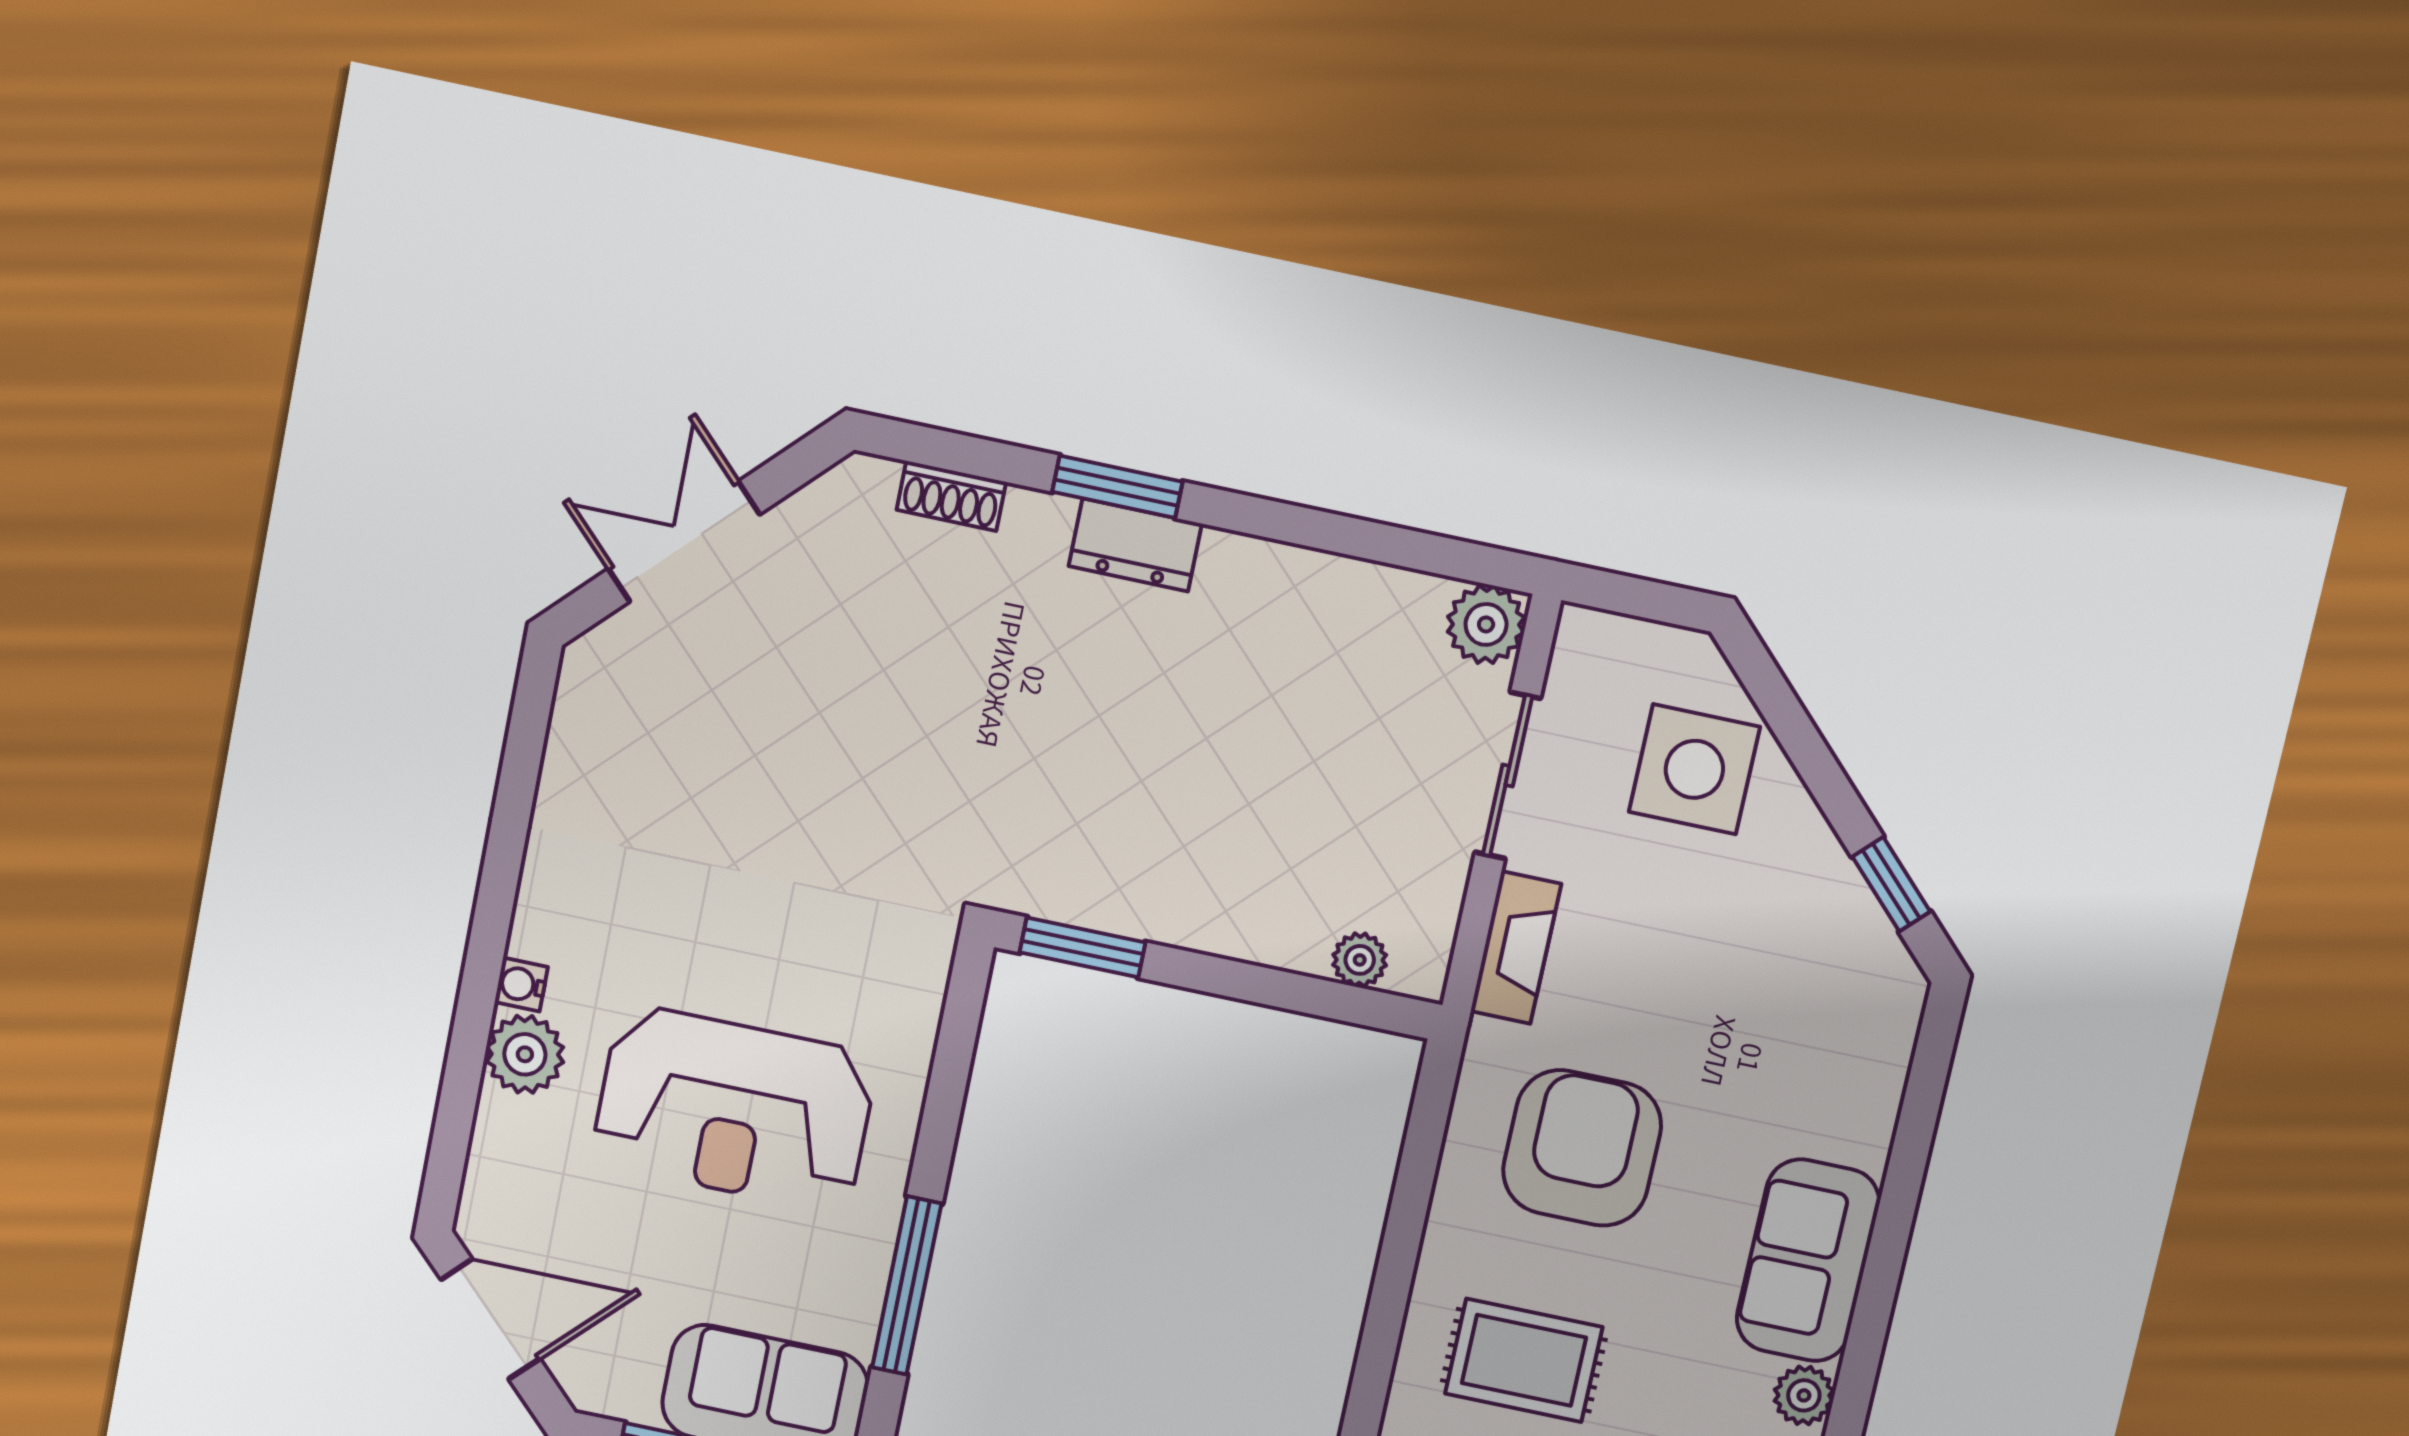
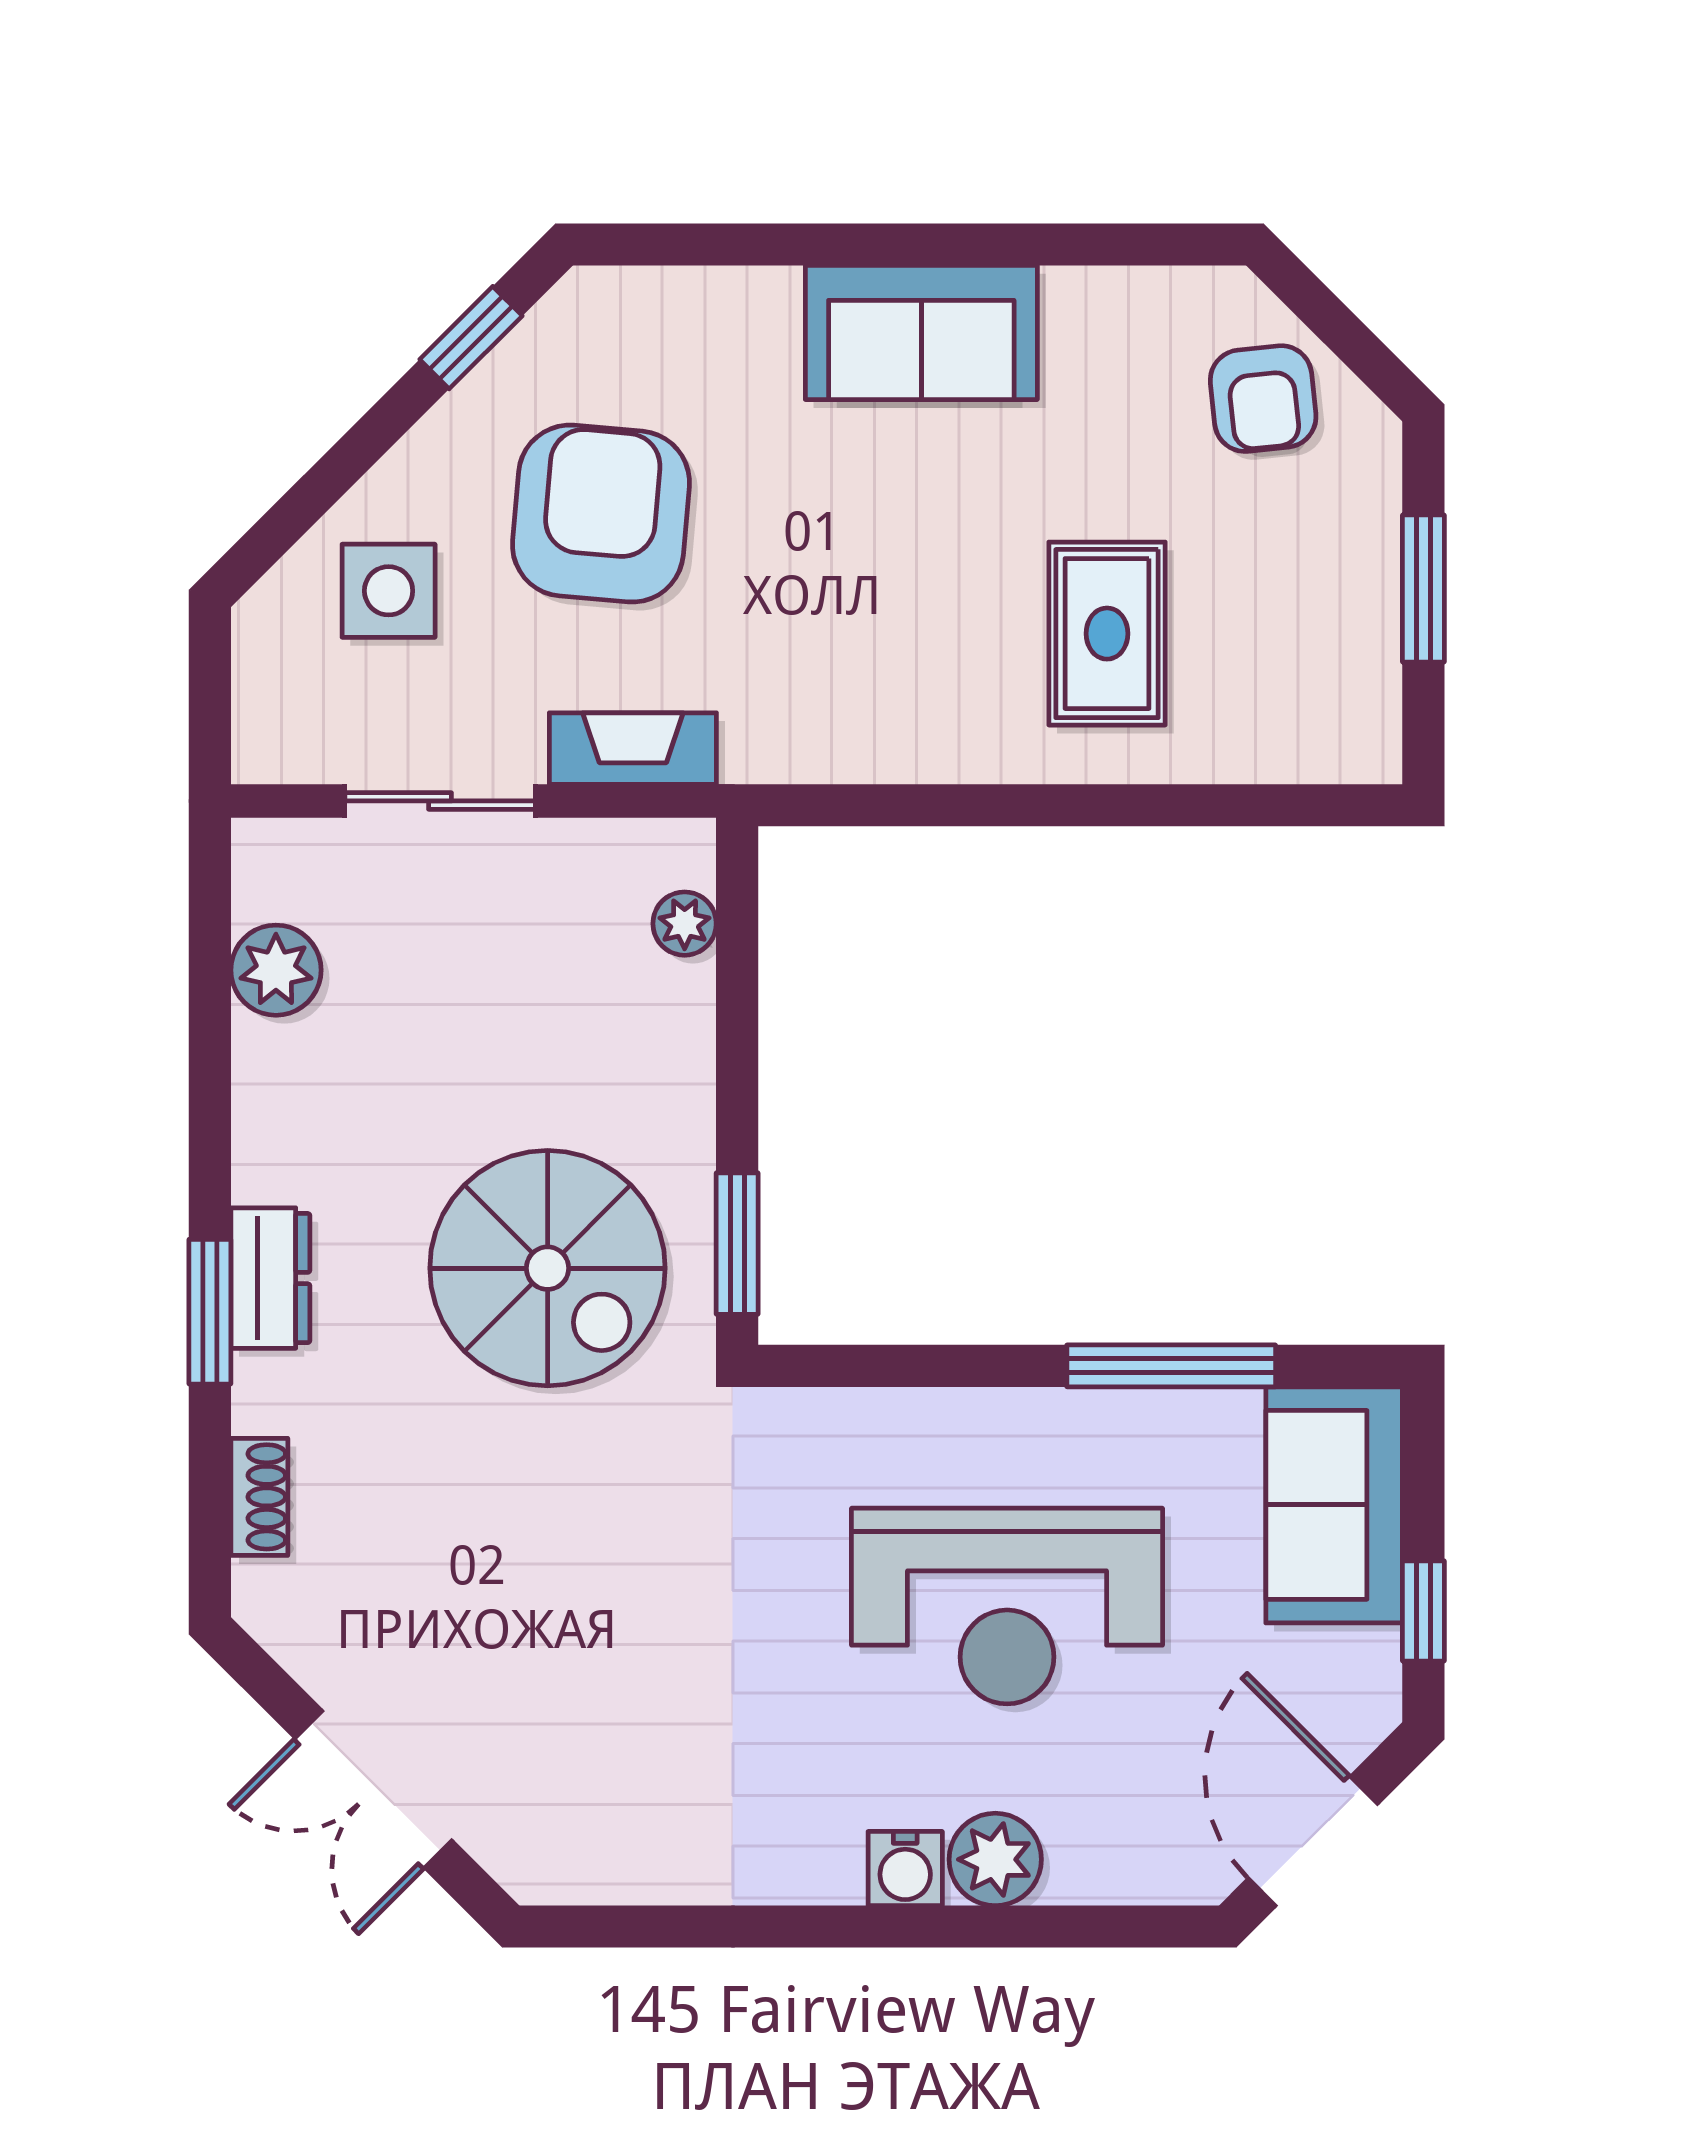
plant: (1486, 624) -> (276, 970), moved
side table: (1694, 769) -> (389, 591), width x0.73, depth x0.73
spiral stairs: (1095, 783) -> (548, 1268), added
water cooler: (521, 985) -> (905, 1869), width x1.38, depth x1.38
reception desk: (734, 1108) -> (1007, 1606), turned 90
armchair: (1582, 1148) -> (601, 514), moved, turned 95
plant: (1804, 1395) -> (1079, 301), removed

